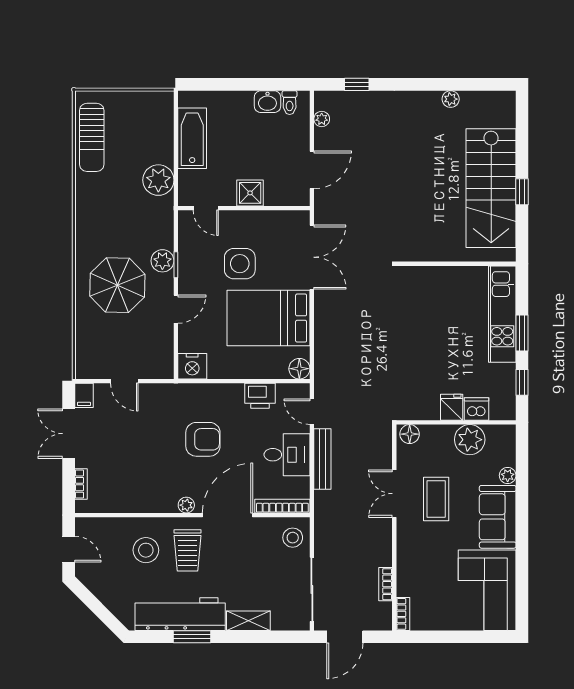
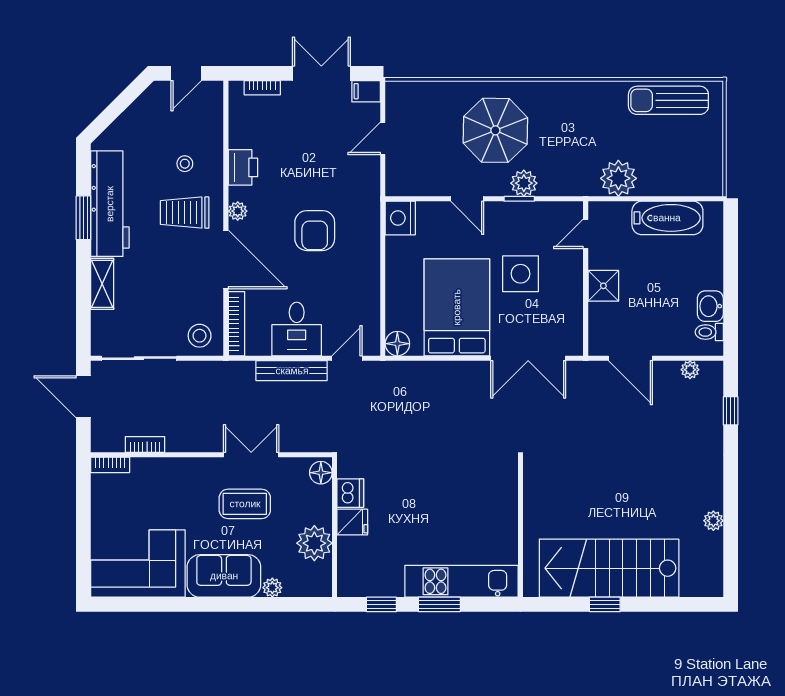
printer: (260, 396) -> (243, 167), moved, turned 180
dishwasher: (476, 409) -> (350, 493), moved
stool: (146, 550) -> (185, 164), width x0.53, depth x0.53

